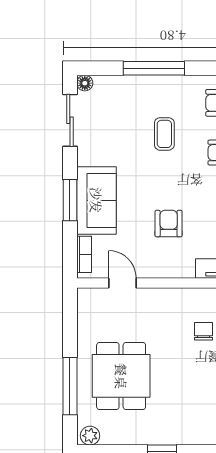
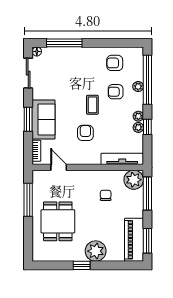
window: (154, 68) -> (64, 43), moved
coffee table: (164, 134) -> (92, 105), moved
window: (70, 386) -> (28, 200), moved
plant: (90, 436) -> (96, 251), moved, width x1.87, depth x1.87

